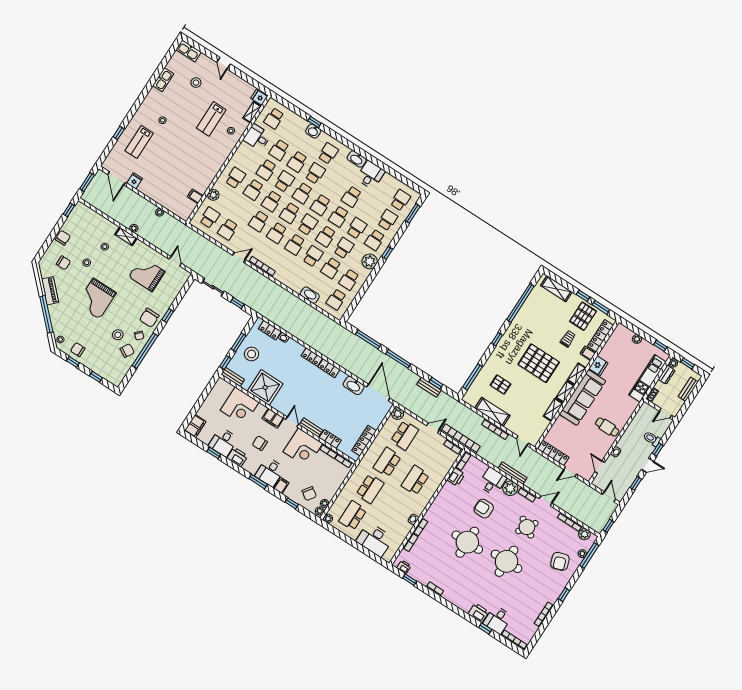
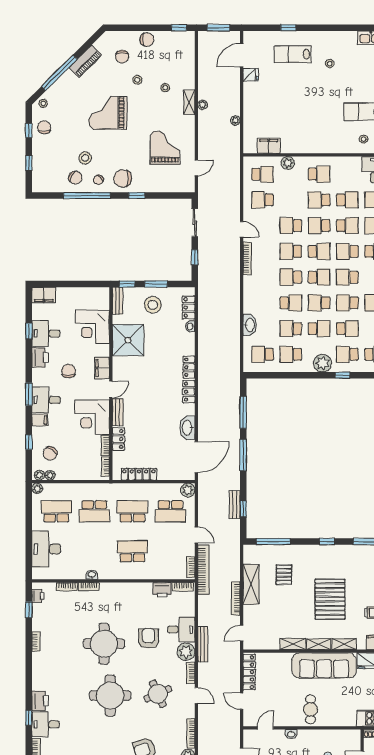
school desk: (266, 170) -> (347, 200), turned 180
filing cabinet: (195, 196) -> (269, 146), width x2.00
school desk: (290, 213) -> (319, 251), turned 180
round table: (527, 527) -> (158, 694), turned 34

